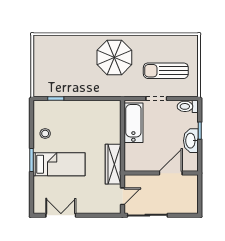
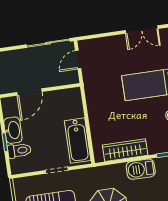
barbecue: (80, 88) -> (141, 169), added
toilet: (188, 106) -> (19, 151), moved
wardrobe: (113, 164) -> (125, 150), moved, turned -90

